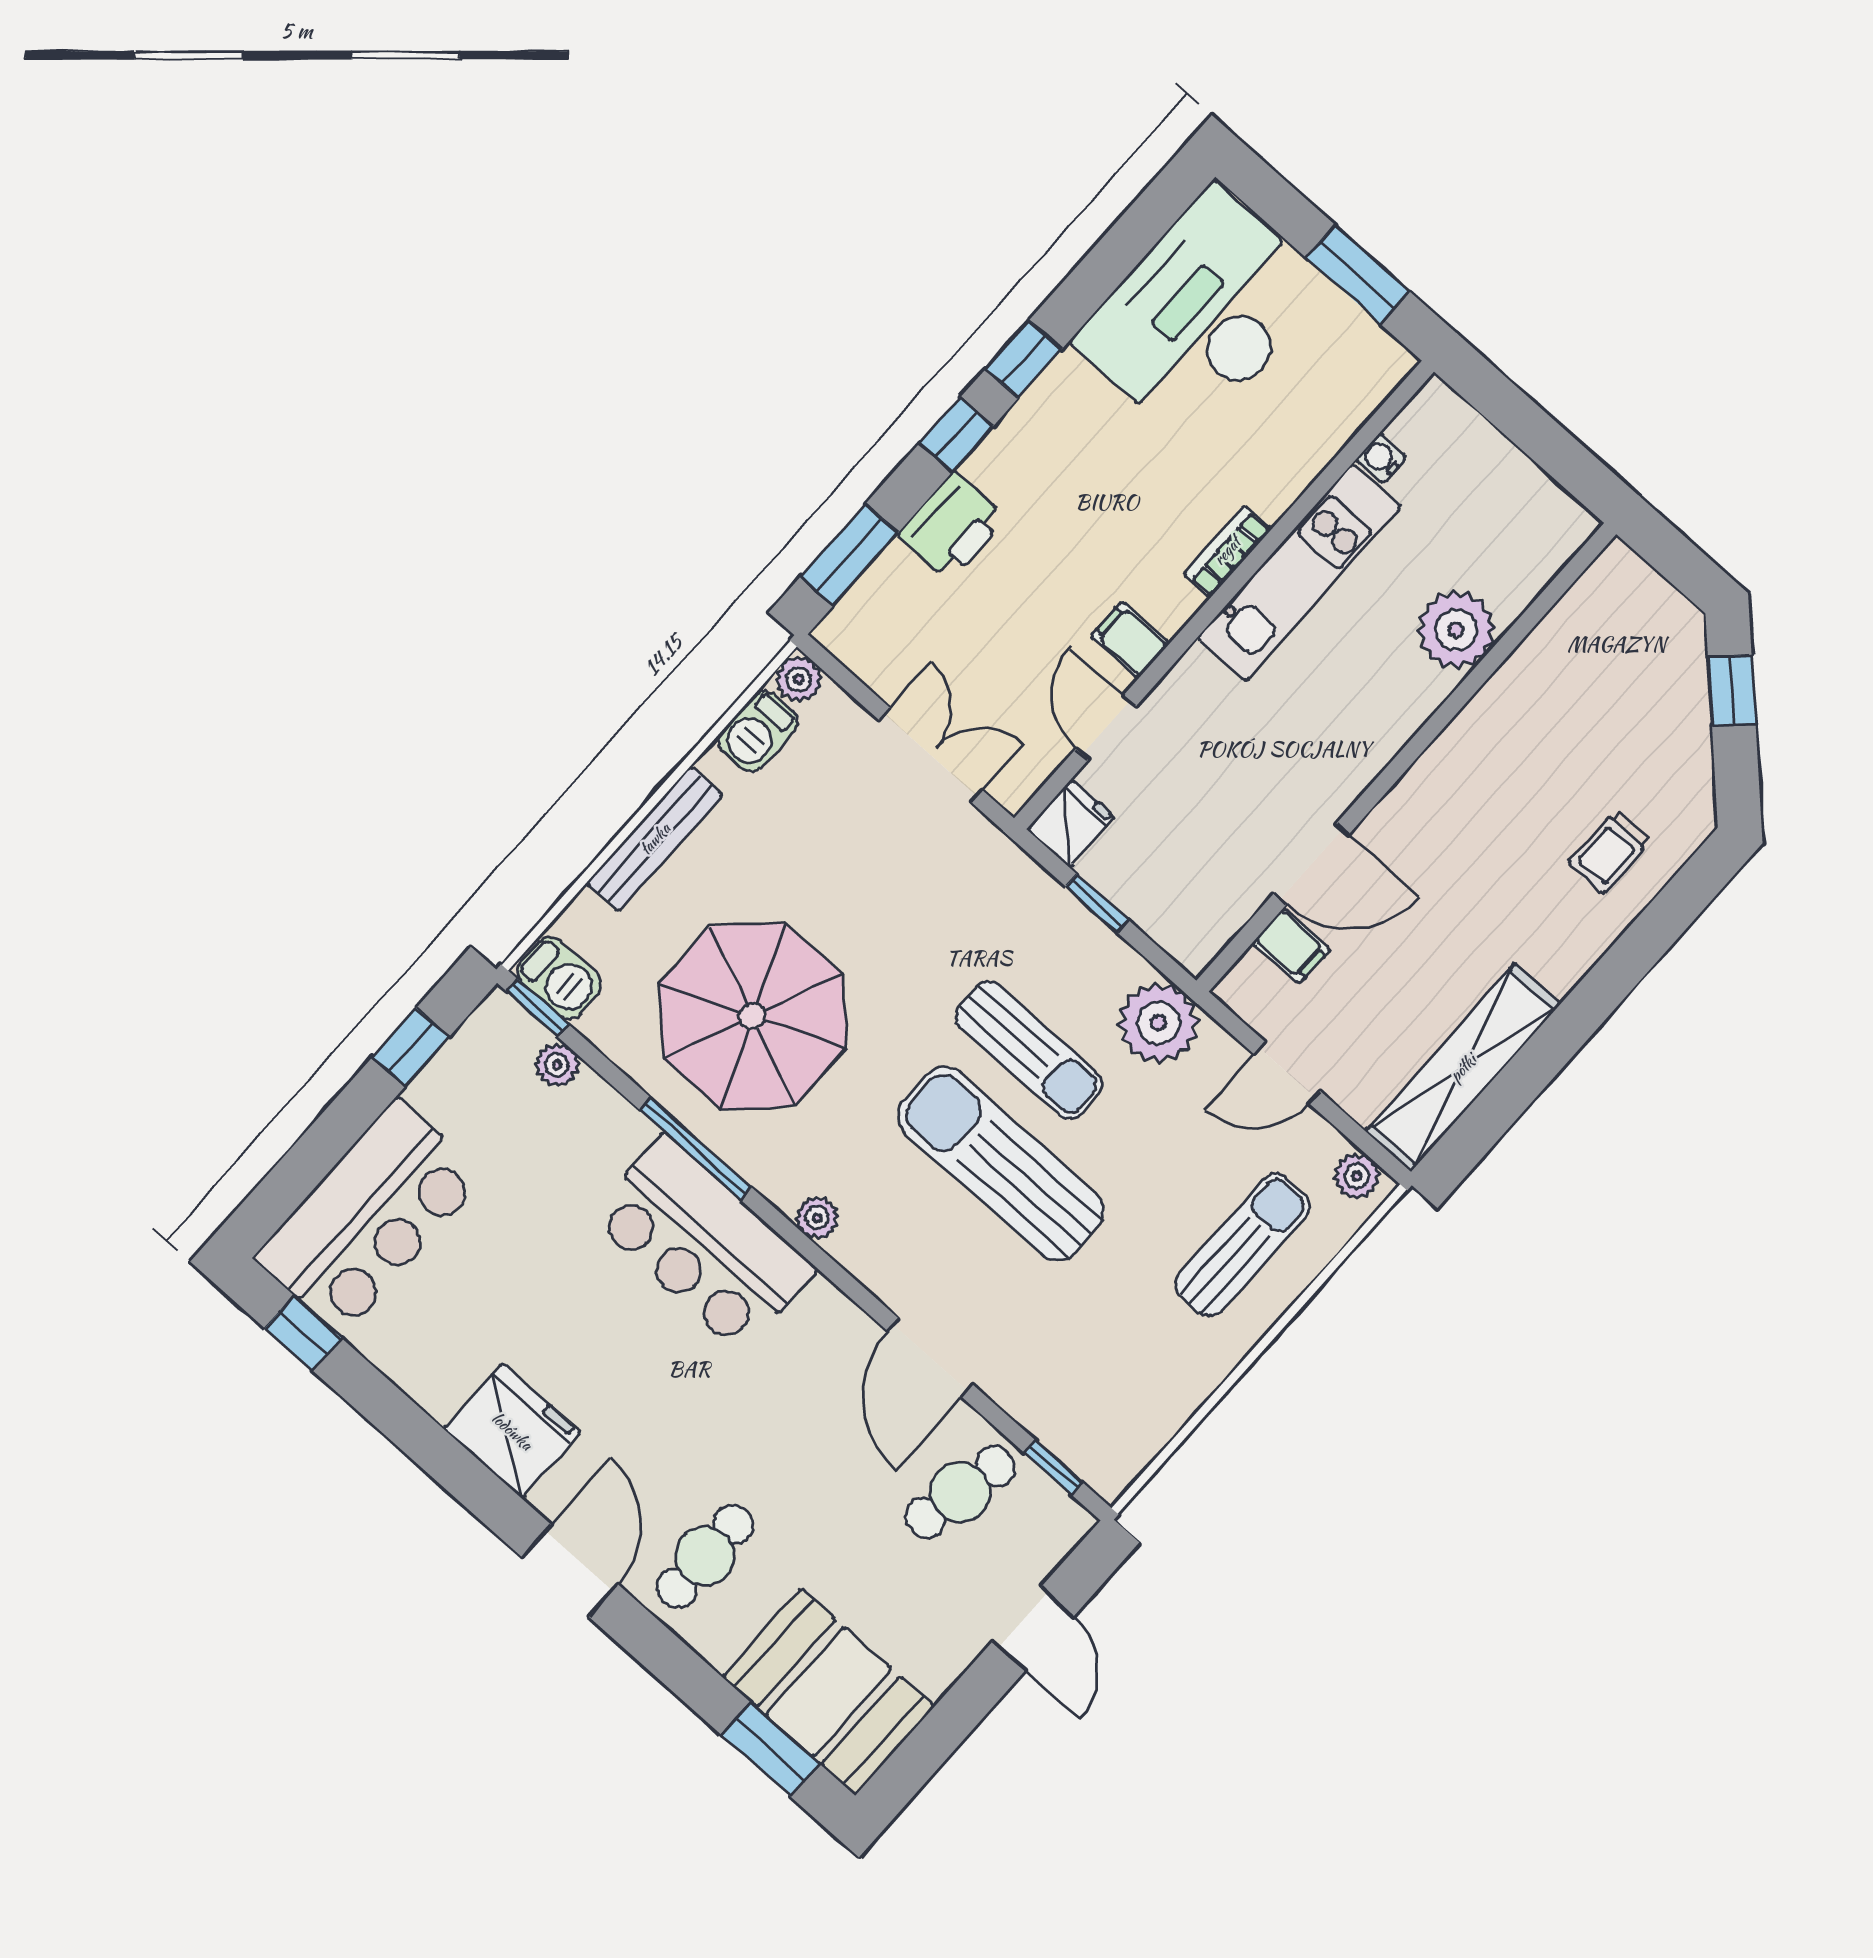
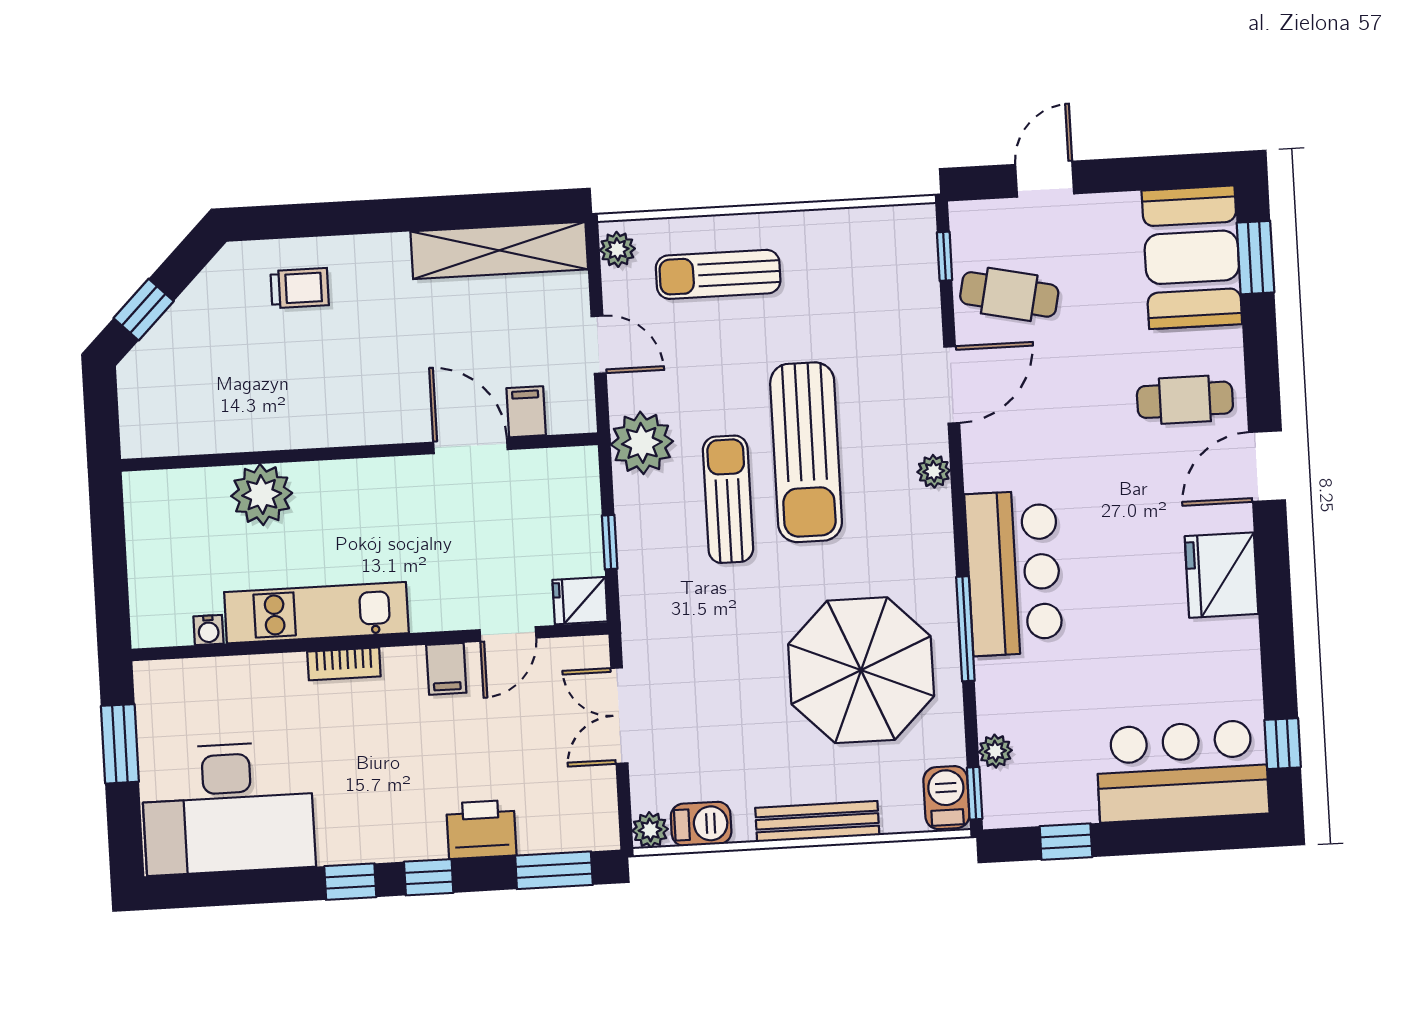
plant: (817, 1218) -> (934, 471), moved

